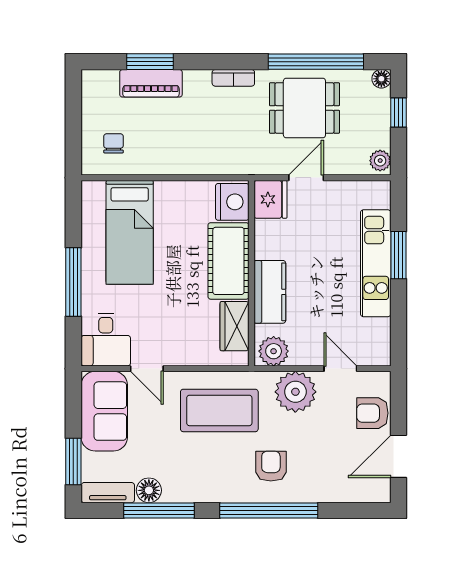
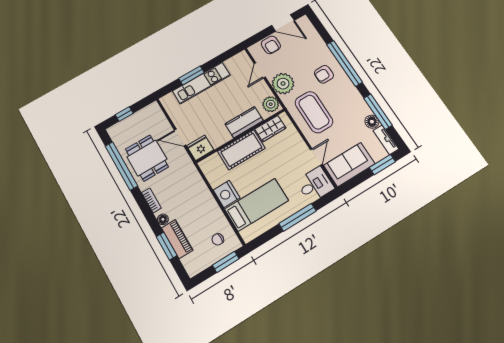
floor lamp: (381, 79) -> (163, 219), moved
window: (73, 136) -> (226, 262), added
plant: (380, 161) -> (152, 109), removed
nightstand: (232, 202) -> (227, 194), moved, turned -90

